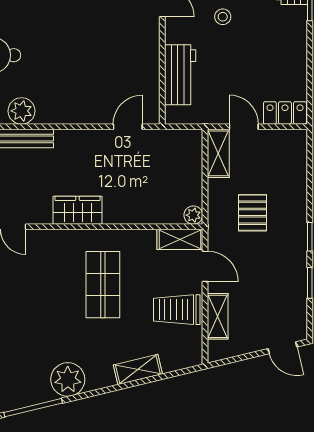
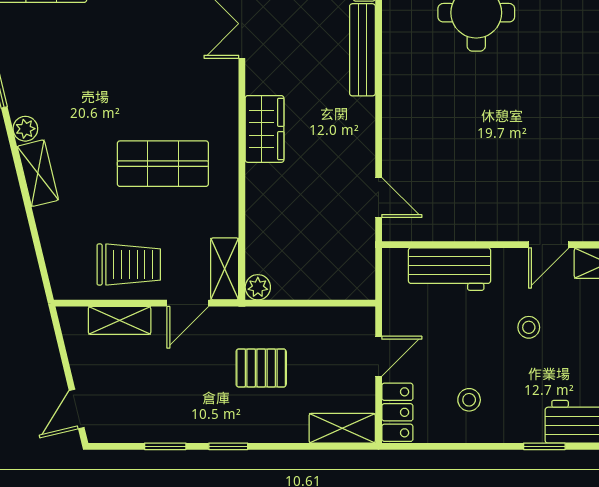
stool: (276, 60) -> (469, 400), added
plant: (22, 111) -> (400, 52), removed
shelving: (218, 153) -> (342, 428), moved
trolley: (177, 310) -> (129, 265), turned 90
shelving: (138, 369) -> (38, 173), moved
plant: (68, 379) -> (25, 129), width x0.53, depth x0.53

